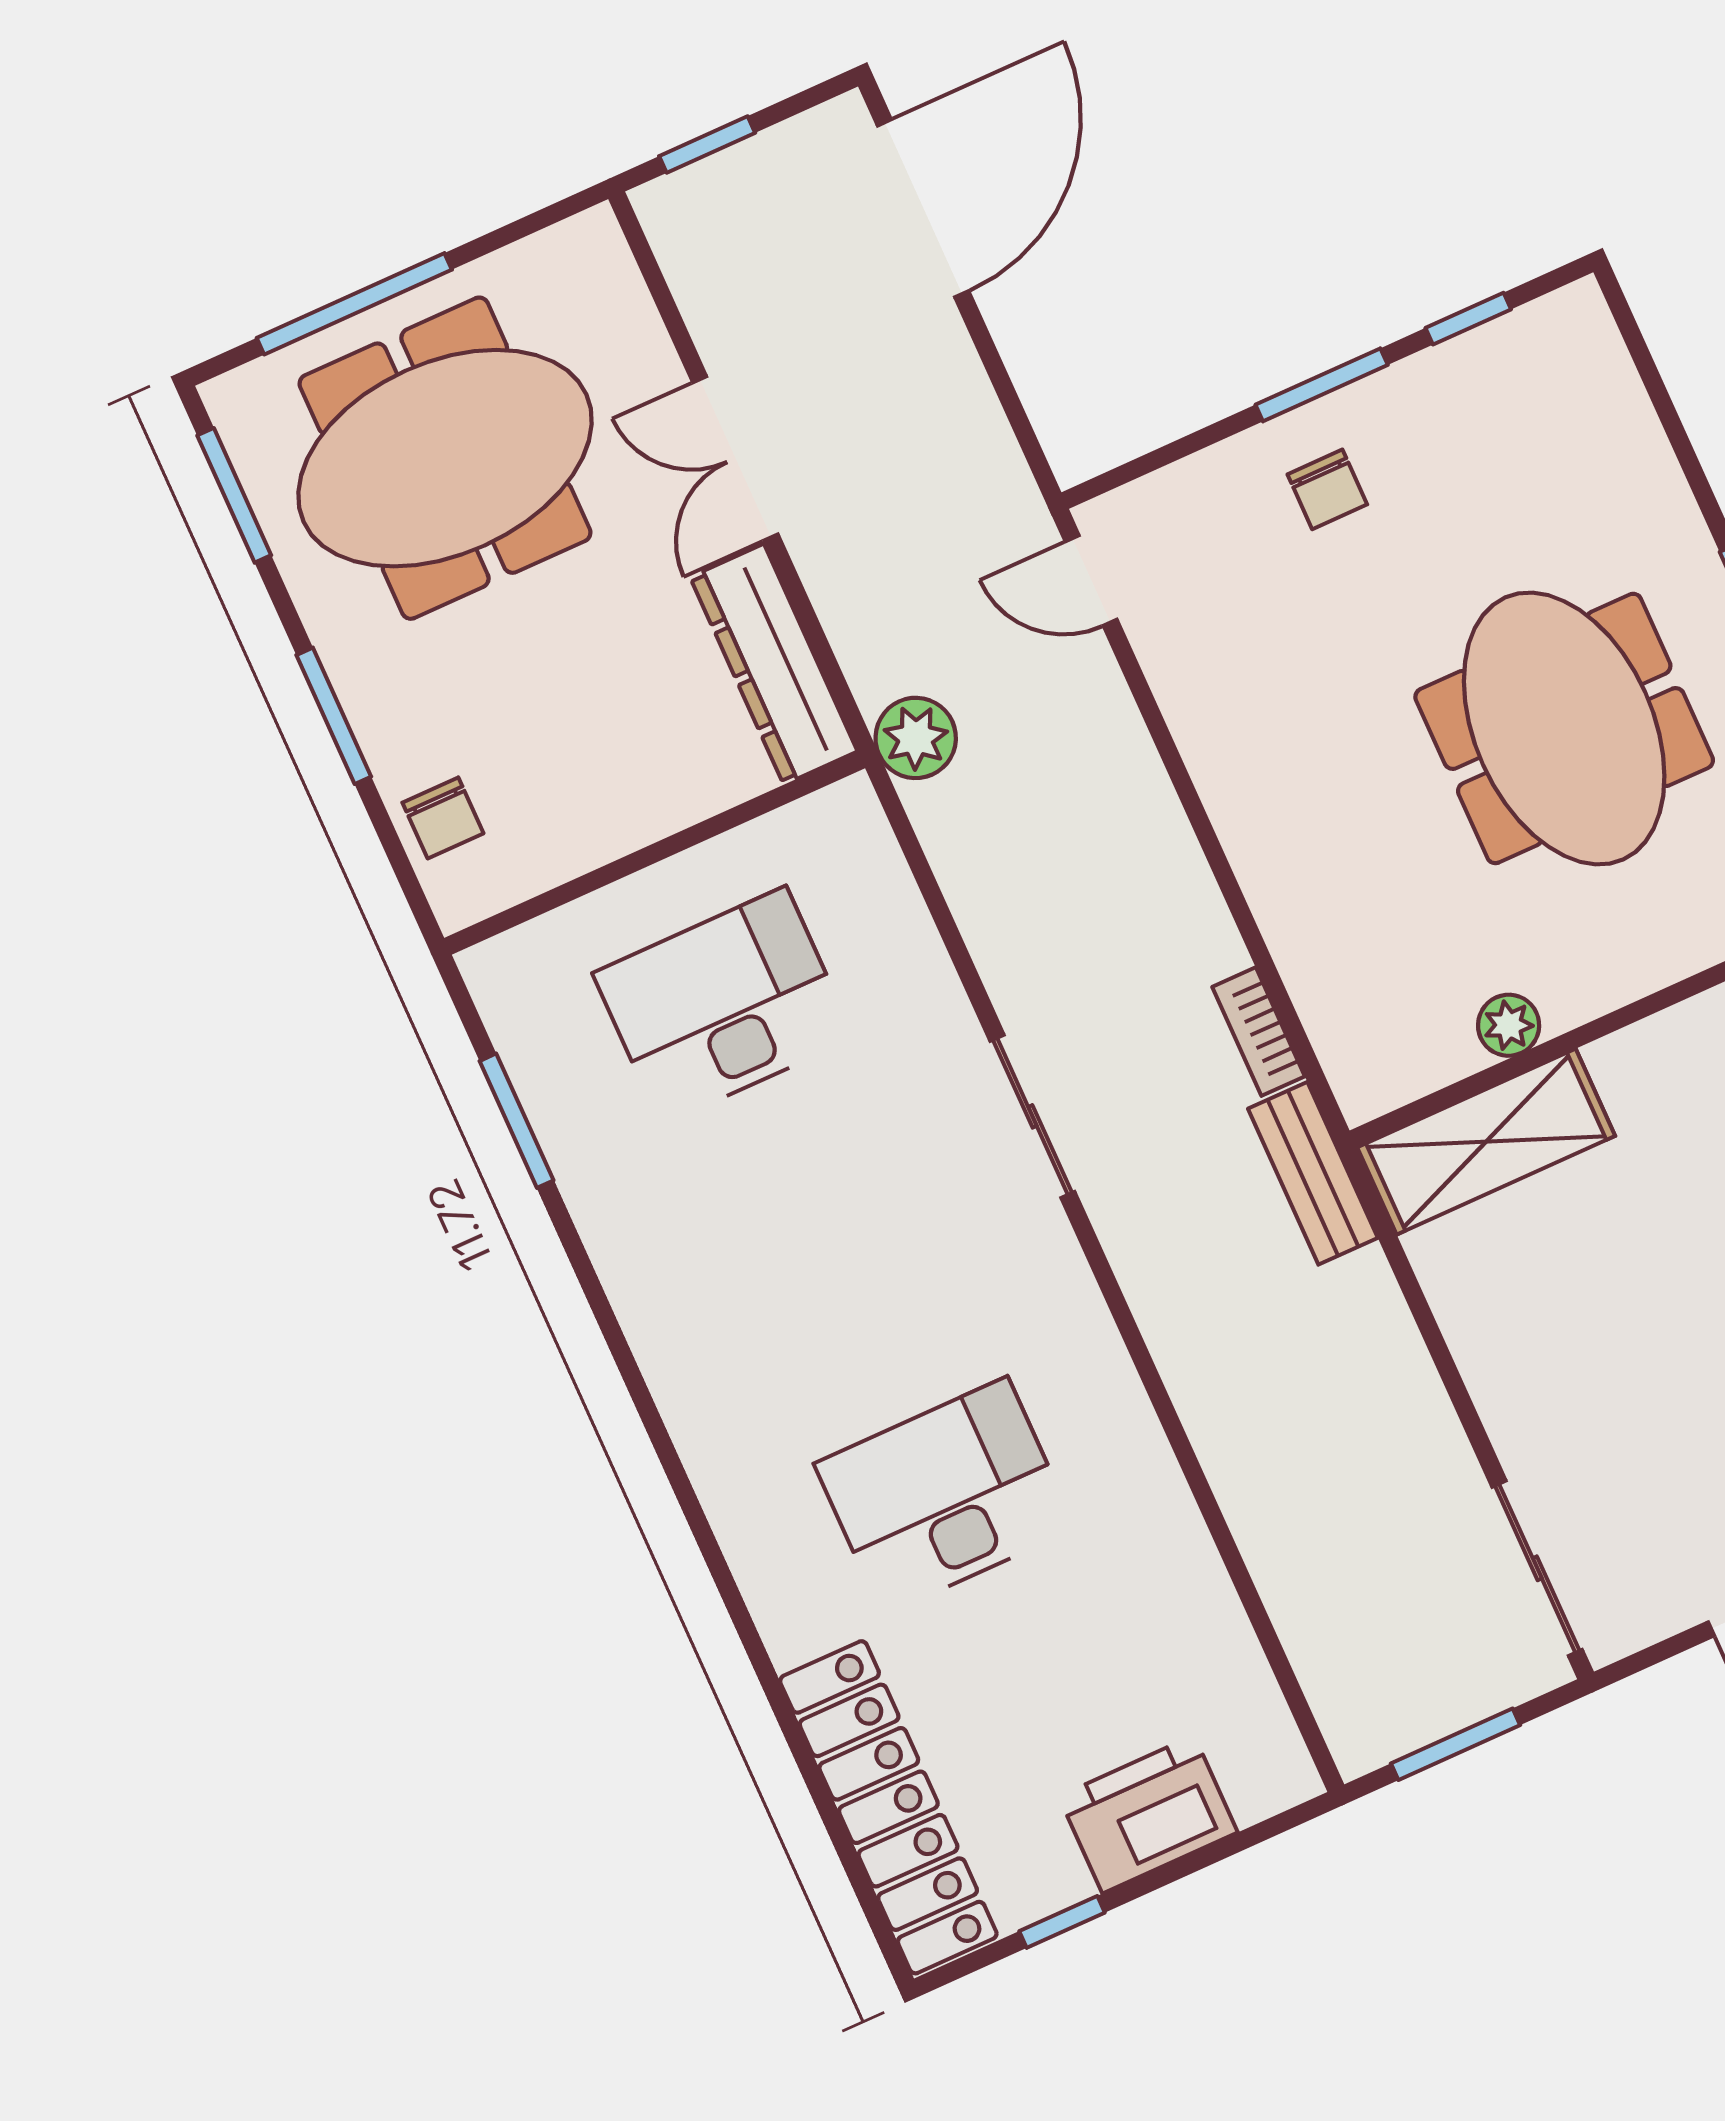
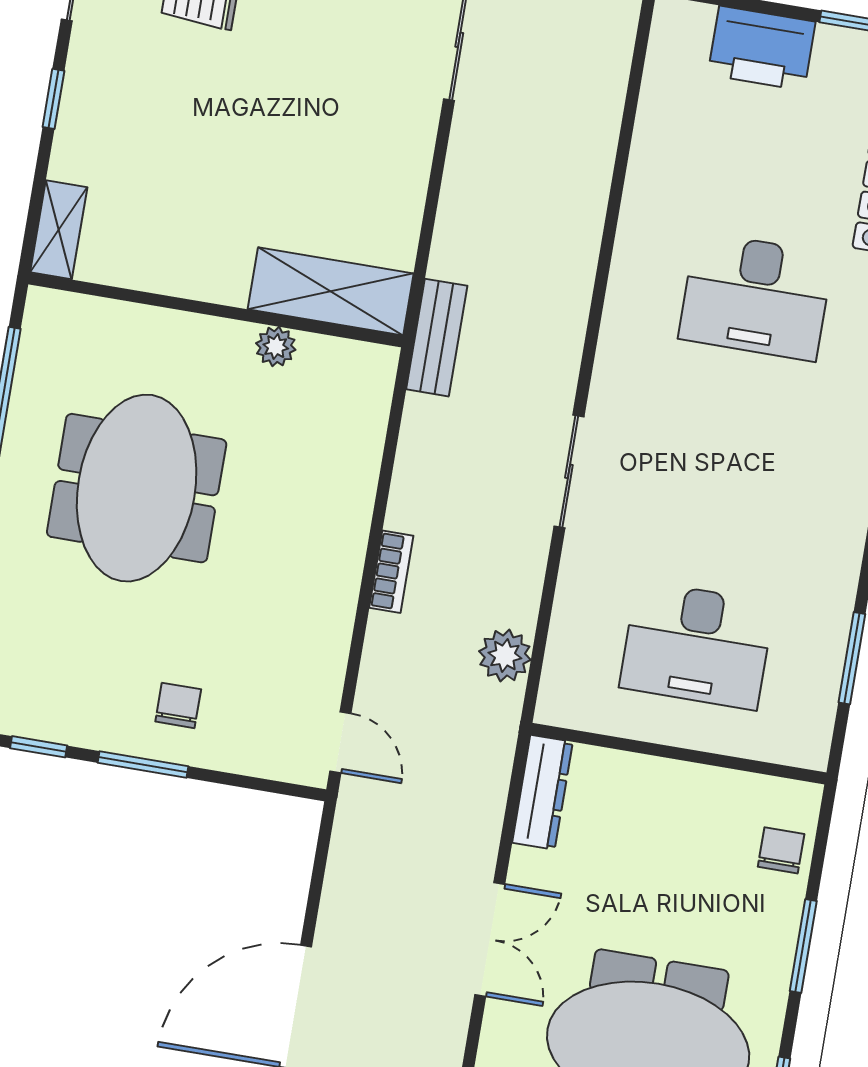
dresser: (774, 664) -> (542, 792), width x0.73, depth x0.80
plant: (916, 738) -> (505, 656), moved
bookcase: (1259, 1032) -> (391, 572), moved

